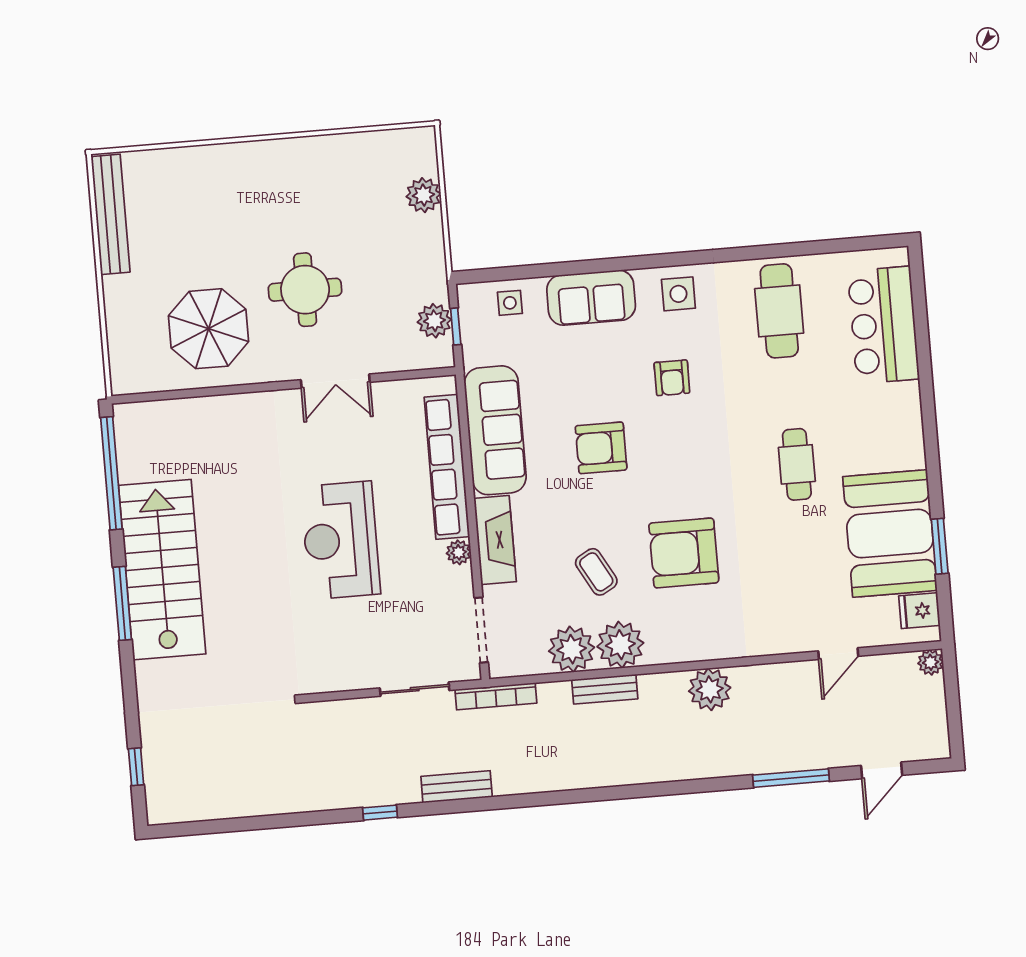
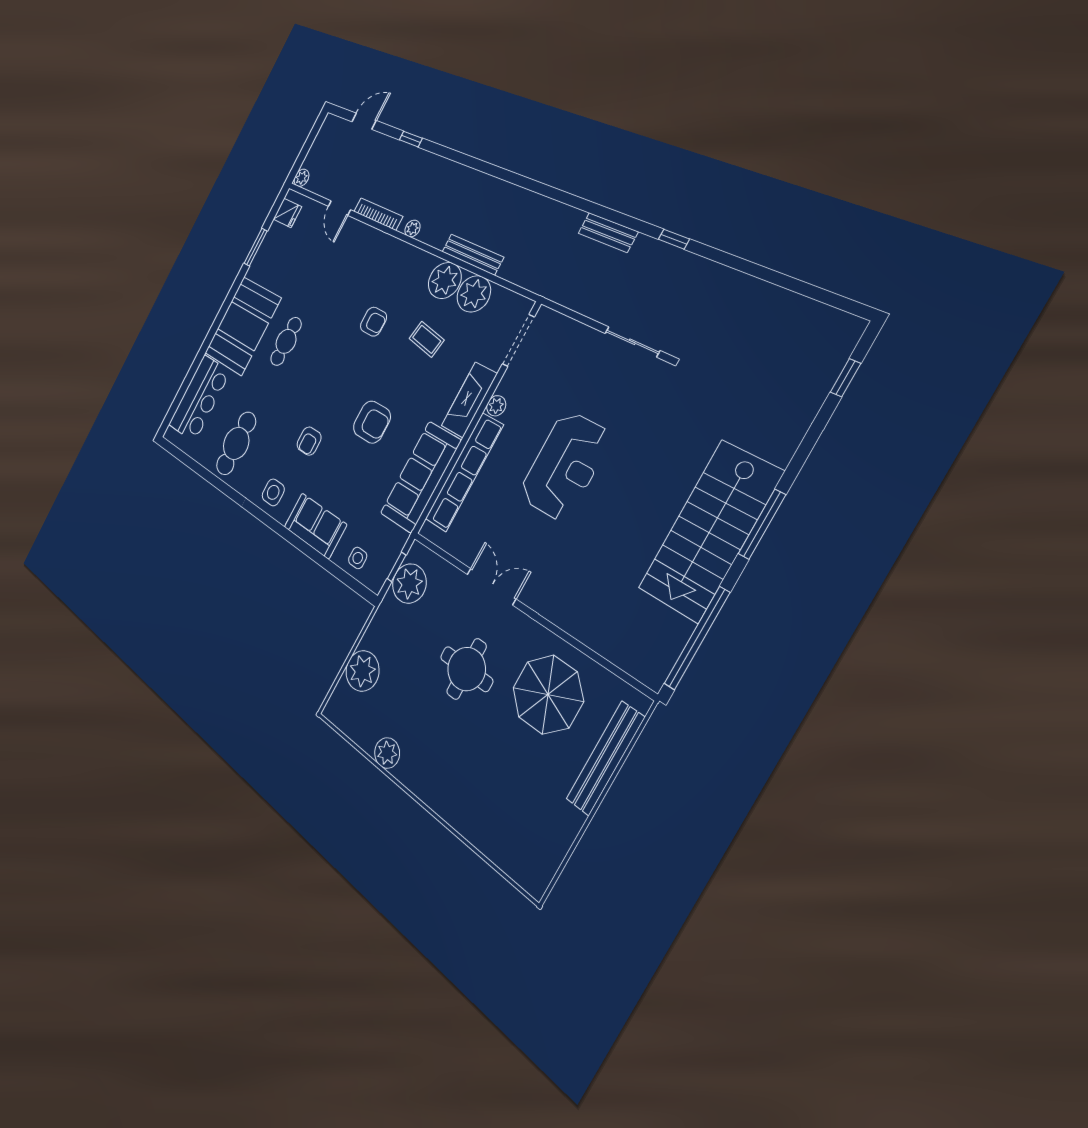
plant: (331, 151) -> (387, 753), added
plant: (423, 195) -> (362, 671), width x1.36, depth x1.36
bench: (110, 214) -> (605, 758), moved
plant: (434, 321) -> (409, 584), width x1.36, depth x1.36
armchair: (672, 378) -> (309, 441), turned 180
booth: (890, 534) -> (243, 326), moved
armchair: (684, 553) -> (373, 322), width x0.53, depth x0.53
coffee table: (596, 572) -> (427, 339), turned -51
door: (838, 654) -> (339, 208), swing flipped
sliding door: (415, 689) -> (632, 342), moved
bench: (605, 689) -> (473, 254), width x1.36
plant: (710, 689) -> (413, 229), width x0.53, depth x0.53
bookcase: (496, 696) -> (378, 214), moved
window: (791, 778) -> (411, 139), width x0.46

